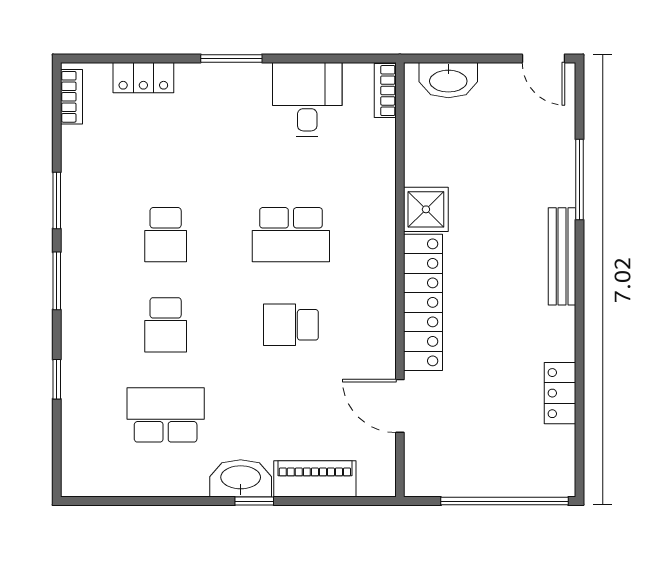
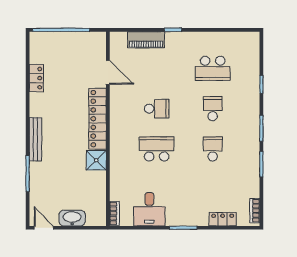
washbasin: (448, 80) -> (72, 218), moved
washbasin: (241, 478) -> (179, 40), removed

